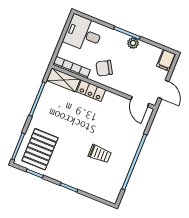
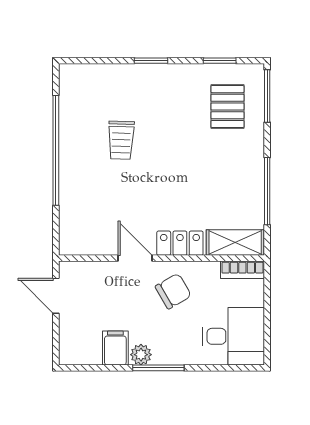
filing cabinet: (166, 60) -> (115, 348), moved
bookcase: (72, 67) -> (242, 270), width x0.64
door: (140, 102) -> (135, 258), moved
pallet: (40, 149) -> (227, 107), width x0.67, depth x0.71
trolley: (100, 154) -> (121, 140), turned -88

